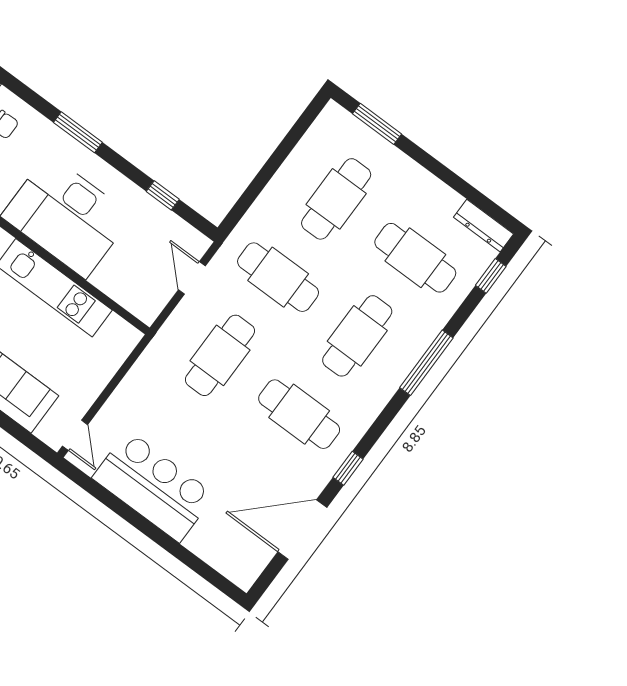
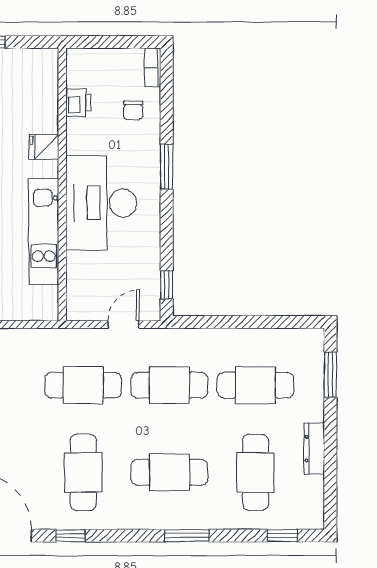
window: (163, 195) -> (167, 285), moved
dresser: (484, 226) -> (314, 449), moved
cafe table: (278, 277) -> (169, 385), turned 90
window: (426, 363) -> (187, 536), width x0.69

